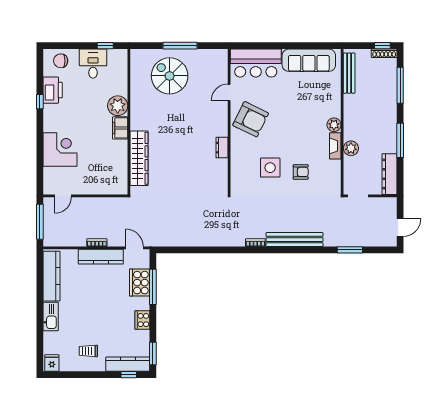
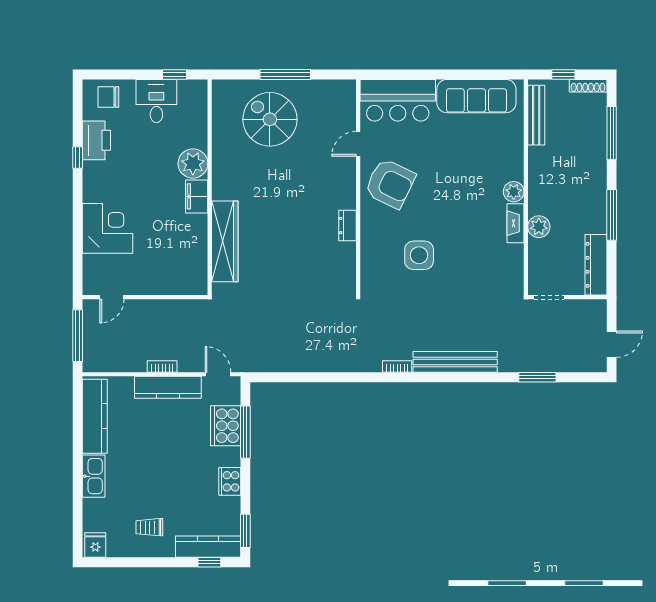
window: (382, 46) -> (563, 74), moved
armchair: (301, 172) -> (464, 262), removed

